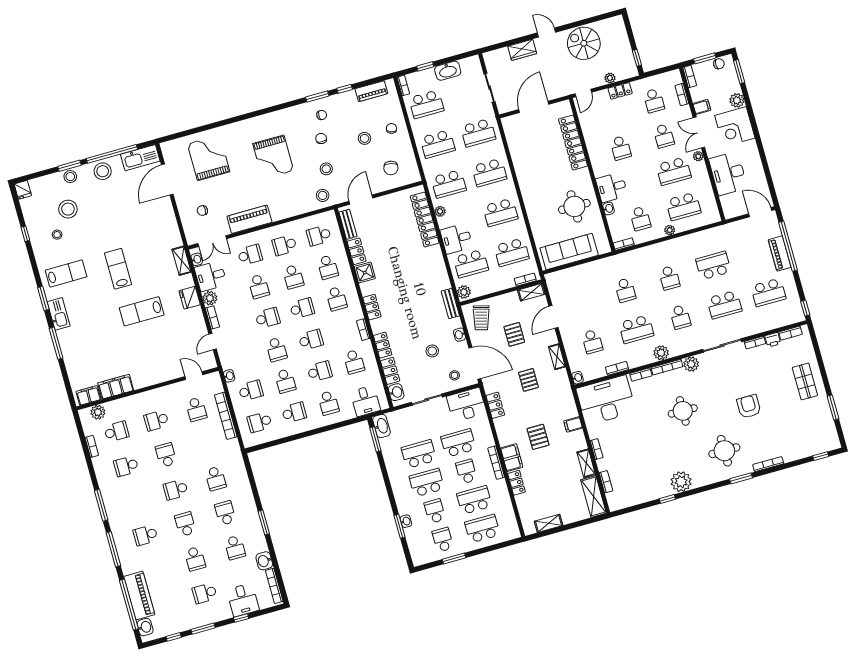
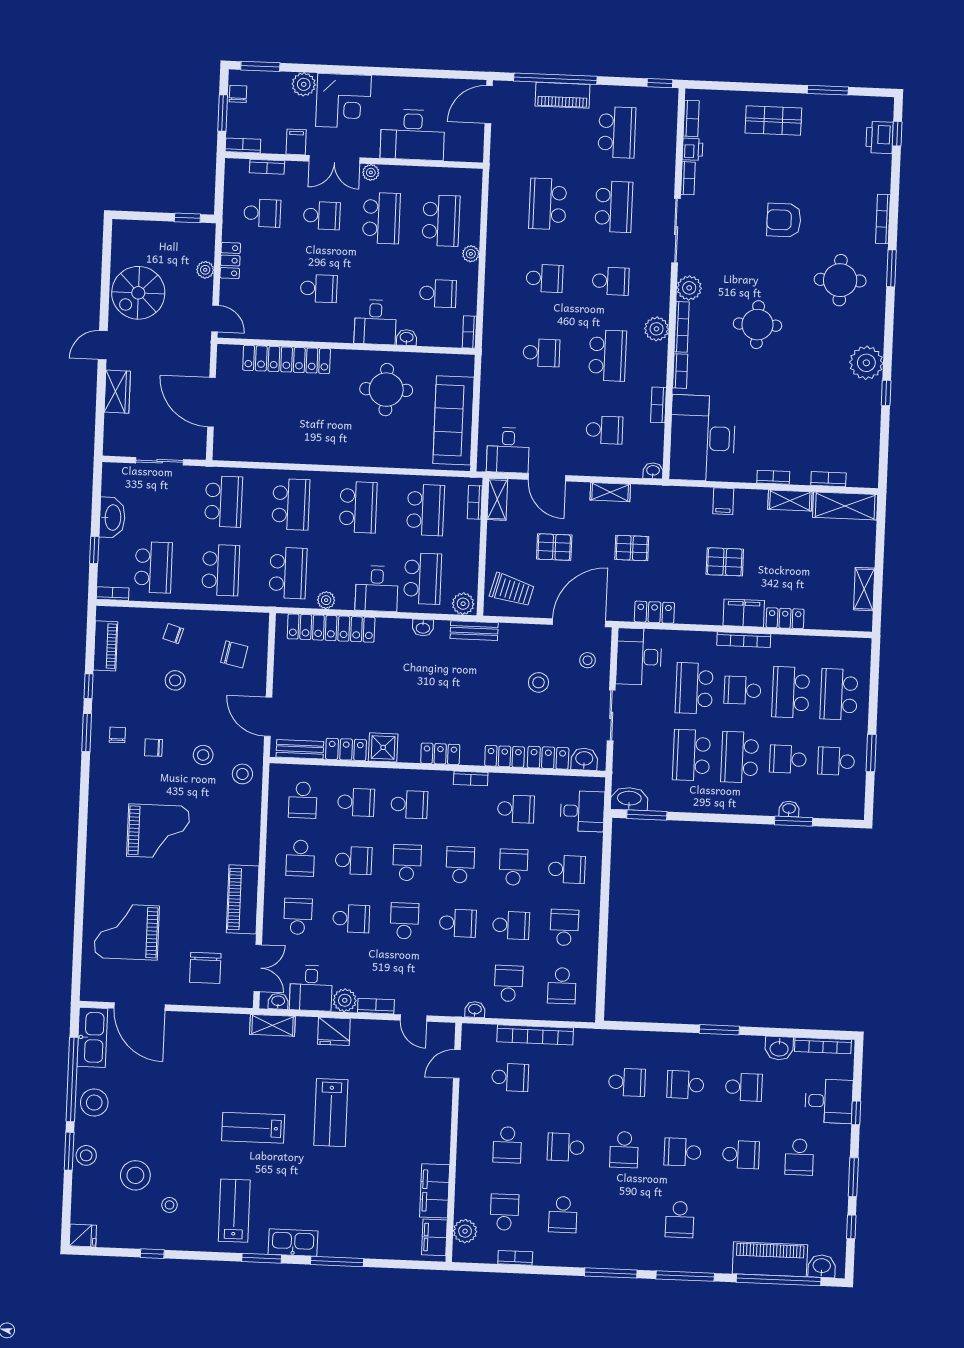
chair: (202, 211) -> (205, 968), width x1.87, depth x1.87
desk: (562, 289) -> (508, 450), added
washbasin: (459, 335) -> (423, 628), moved
printer: (815, 447) -> (880, 137), added

